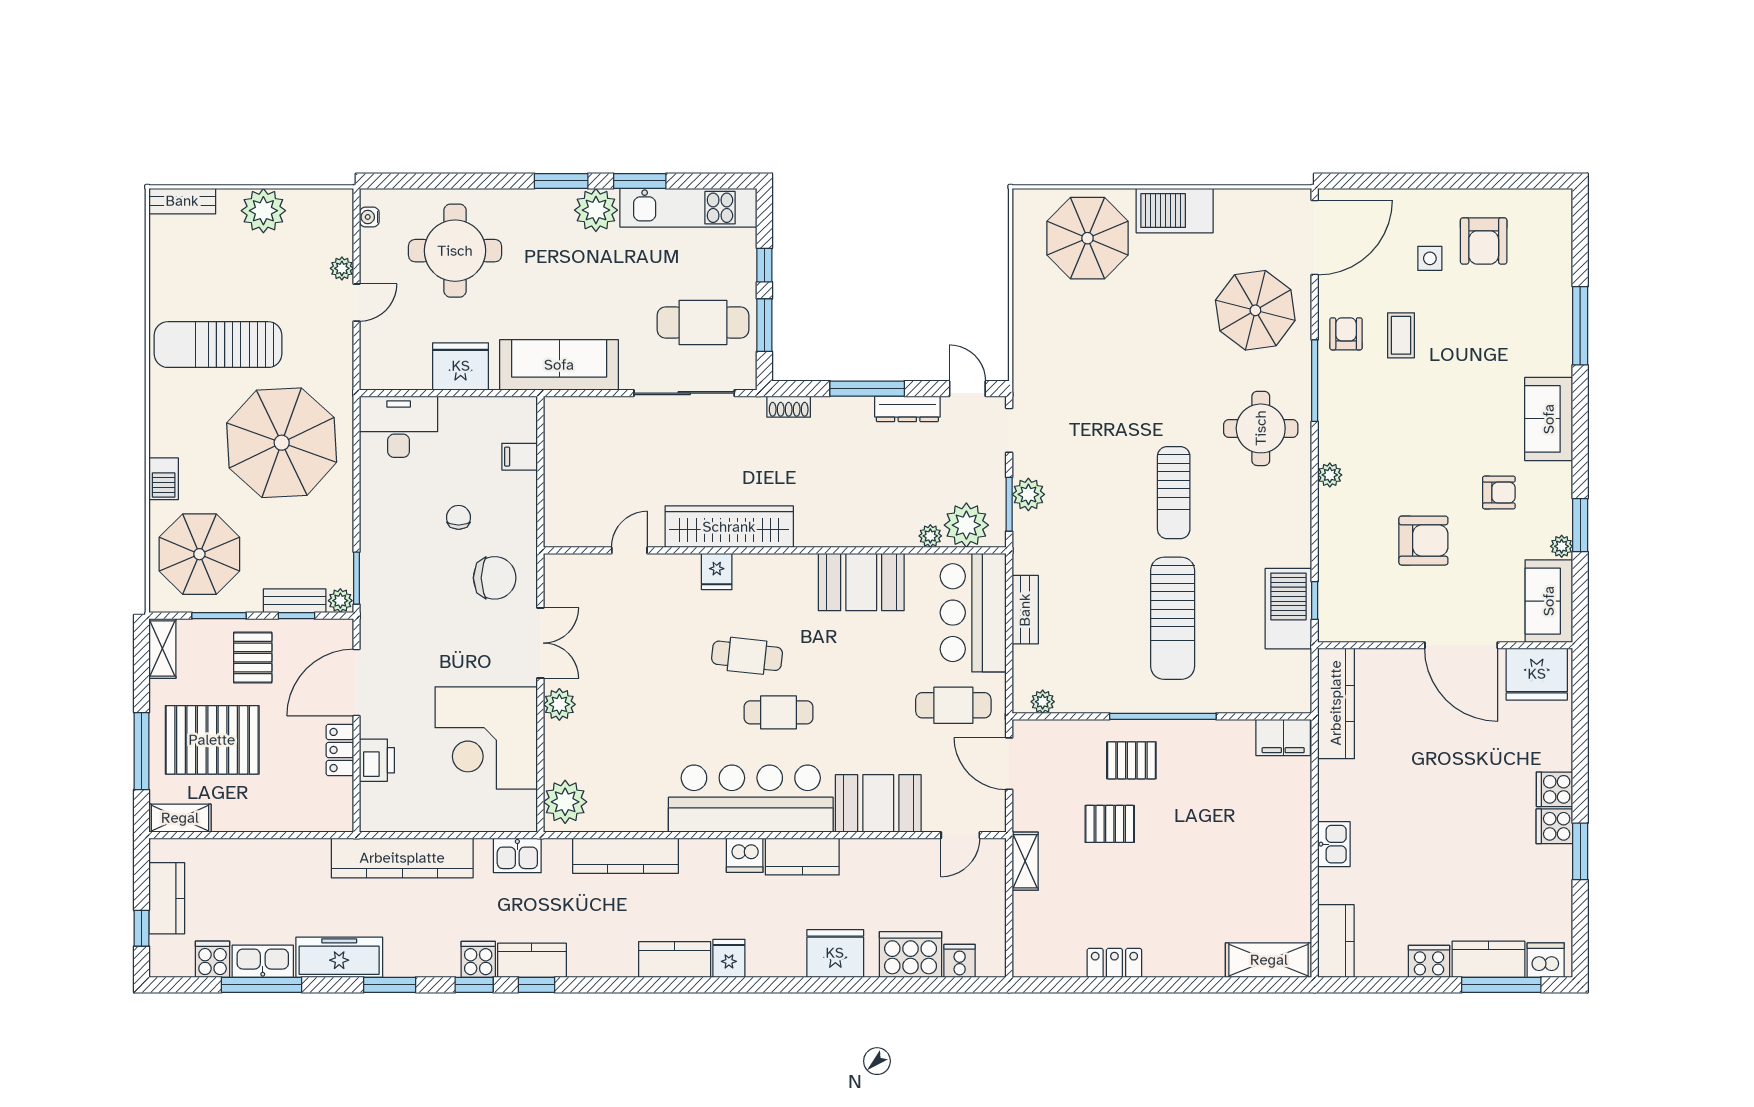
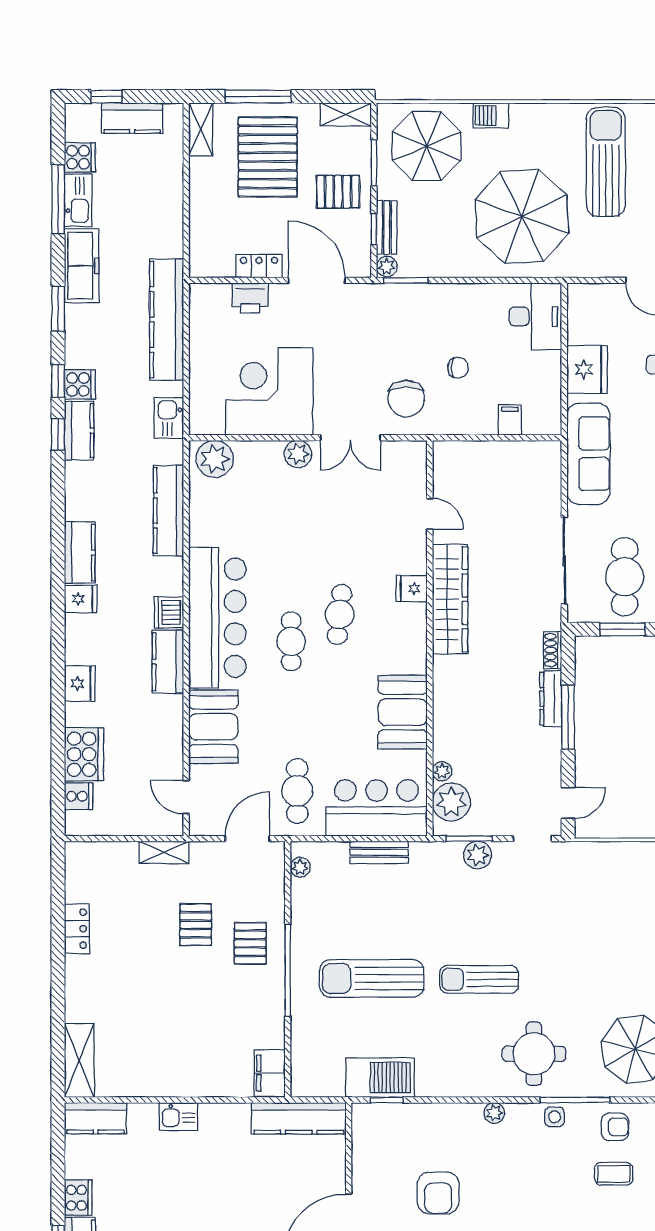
side table: (1334, 404) -> (555, 1117), added
dresser: (907, 409) -> (551, 699), moved
fridge: (835, 953) -> (80, 684), width x0.73, depth x0.75

